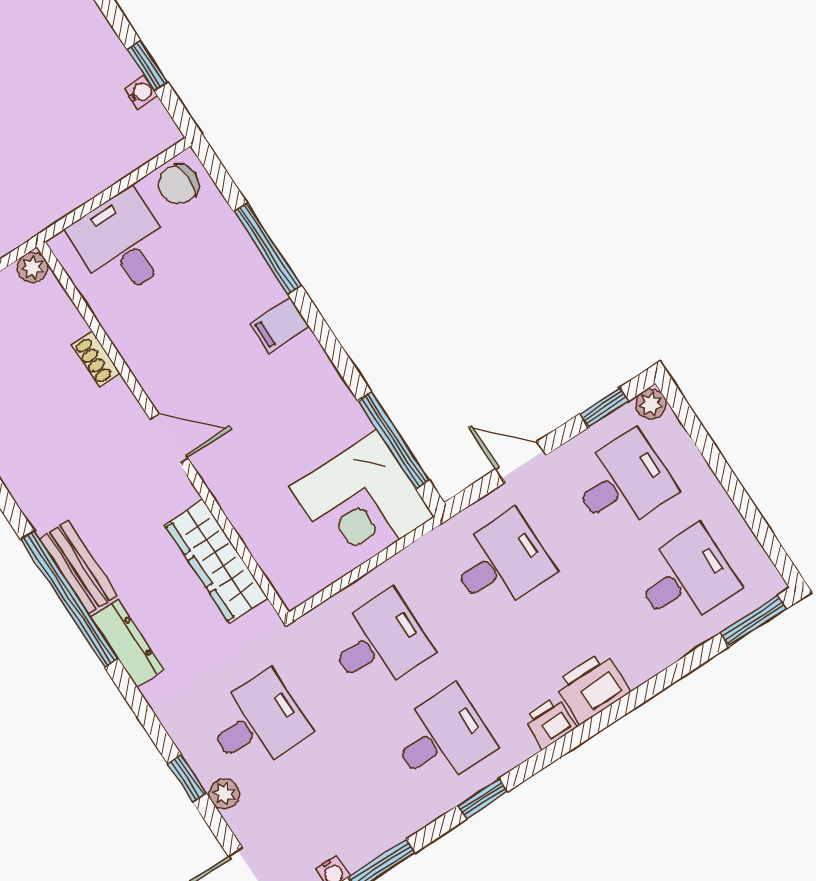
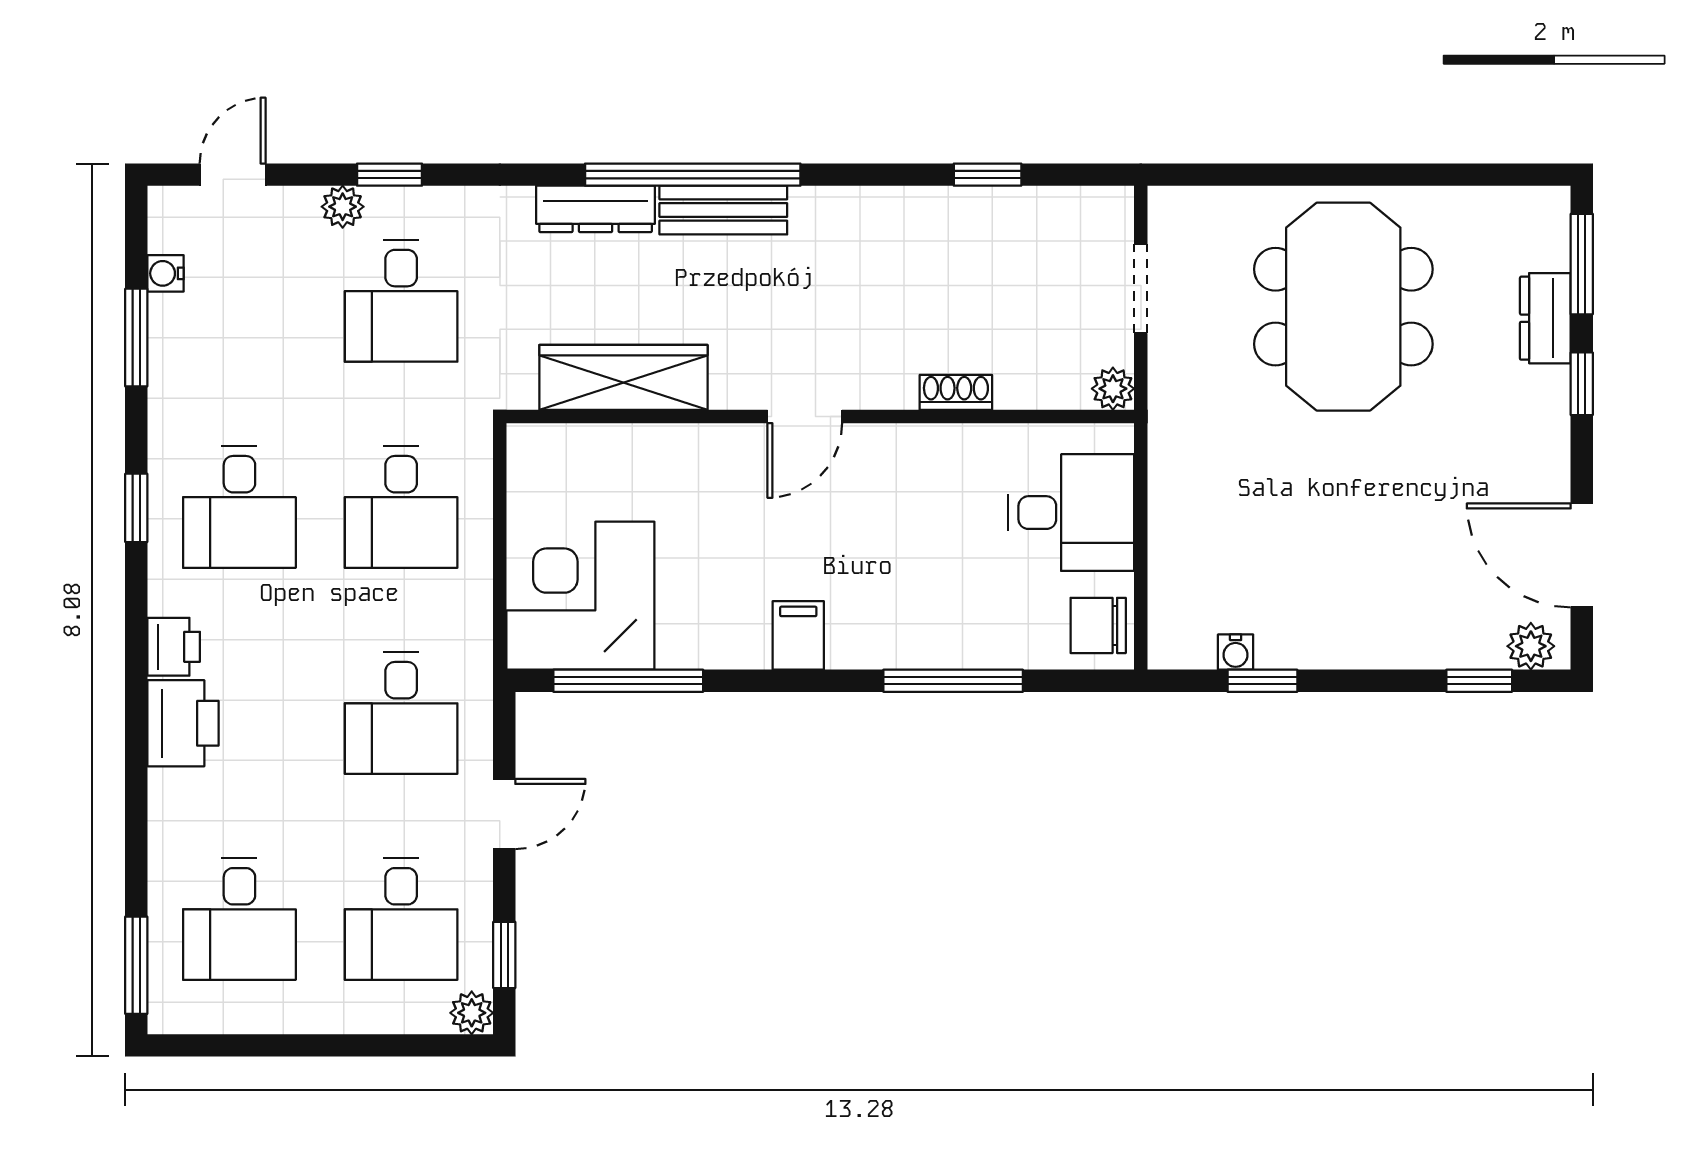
chair: (178, 184) -> (1098, 625), turned -90
filing cabinet: (280, 325) -> (798, 635), moved

